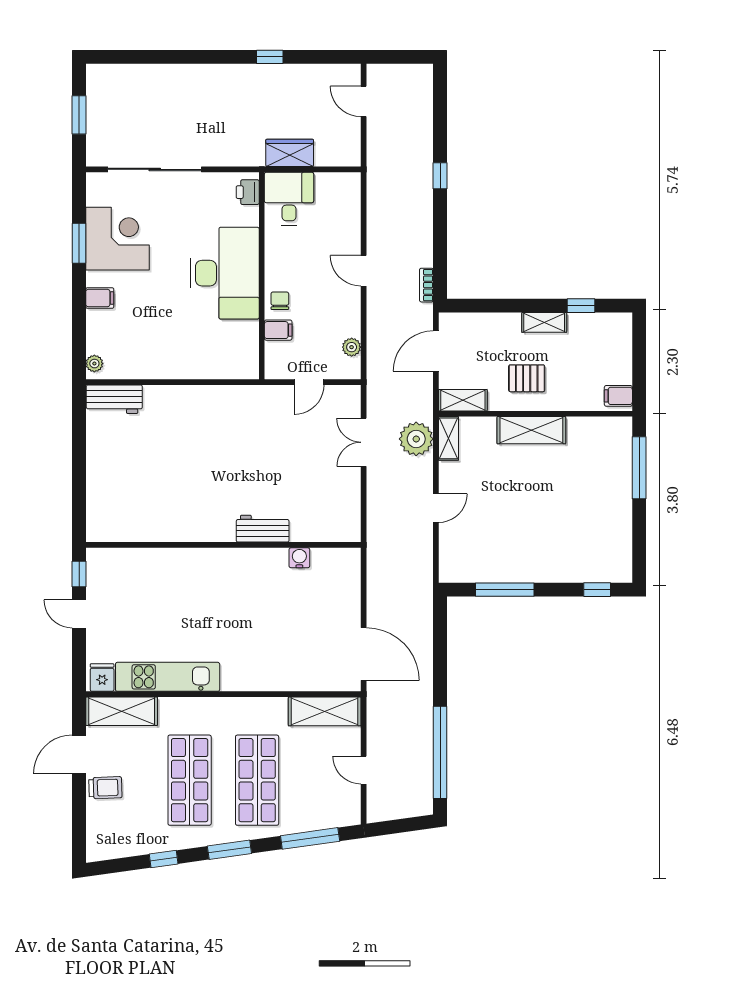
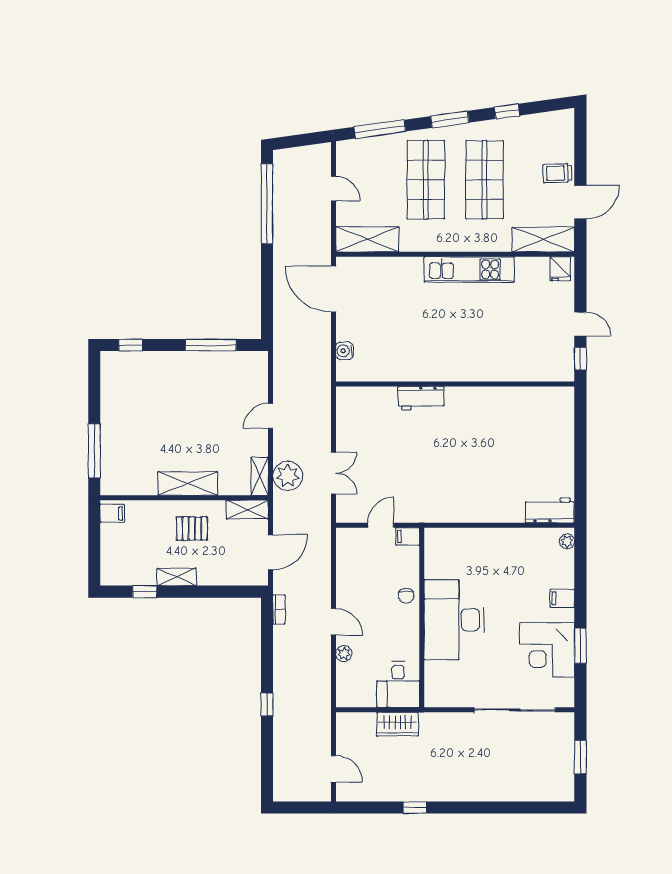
printer: (248, 192) -> (434, 690), removed
filing cabinet: (278, 330) -> (408, 537), moved
plant: (352, 347) -> (344, 654), moved
water cooler: (299, 558) -> (345, 351), moved, turned 90
kitchen unit: (168, 677) -> (469, 269), moved

